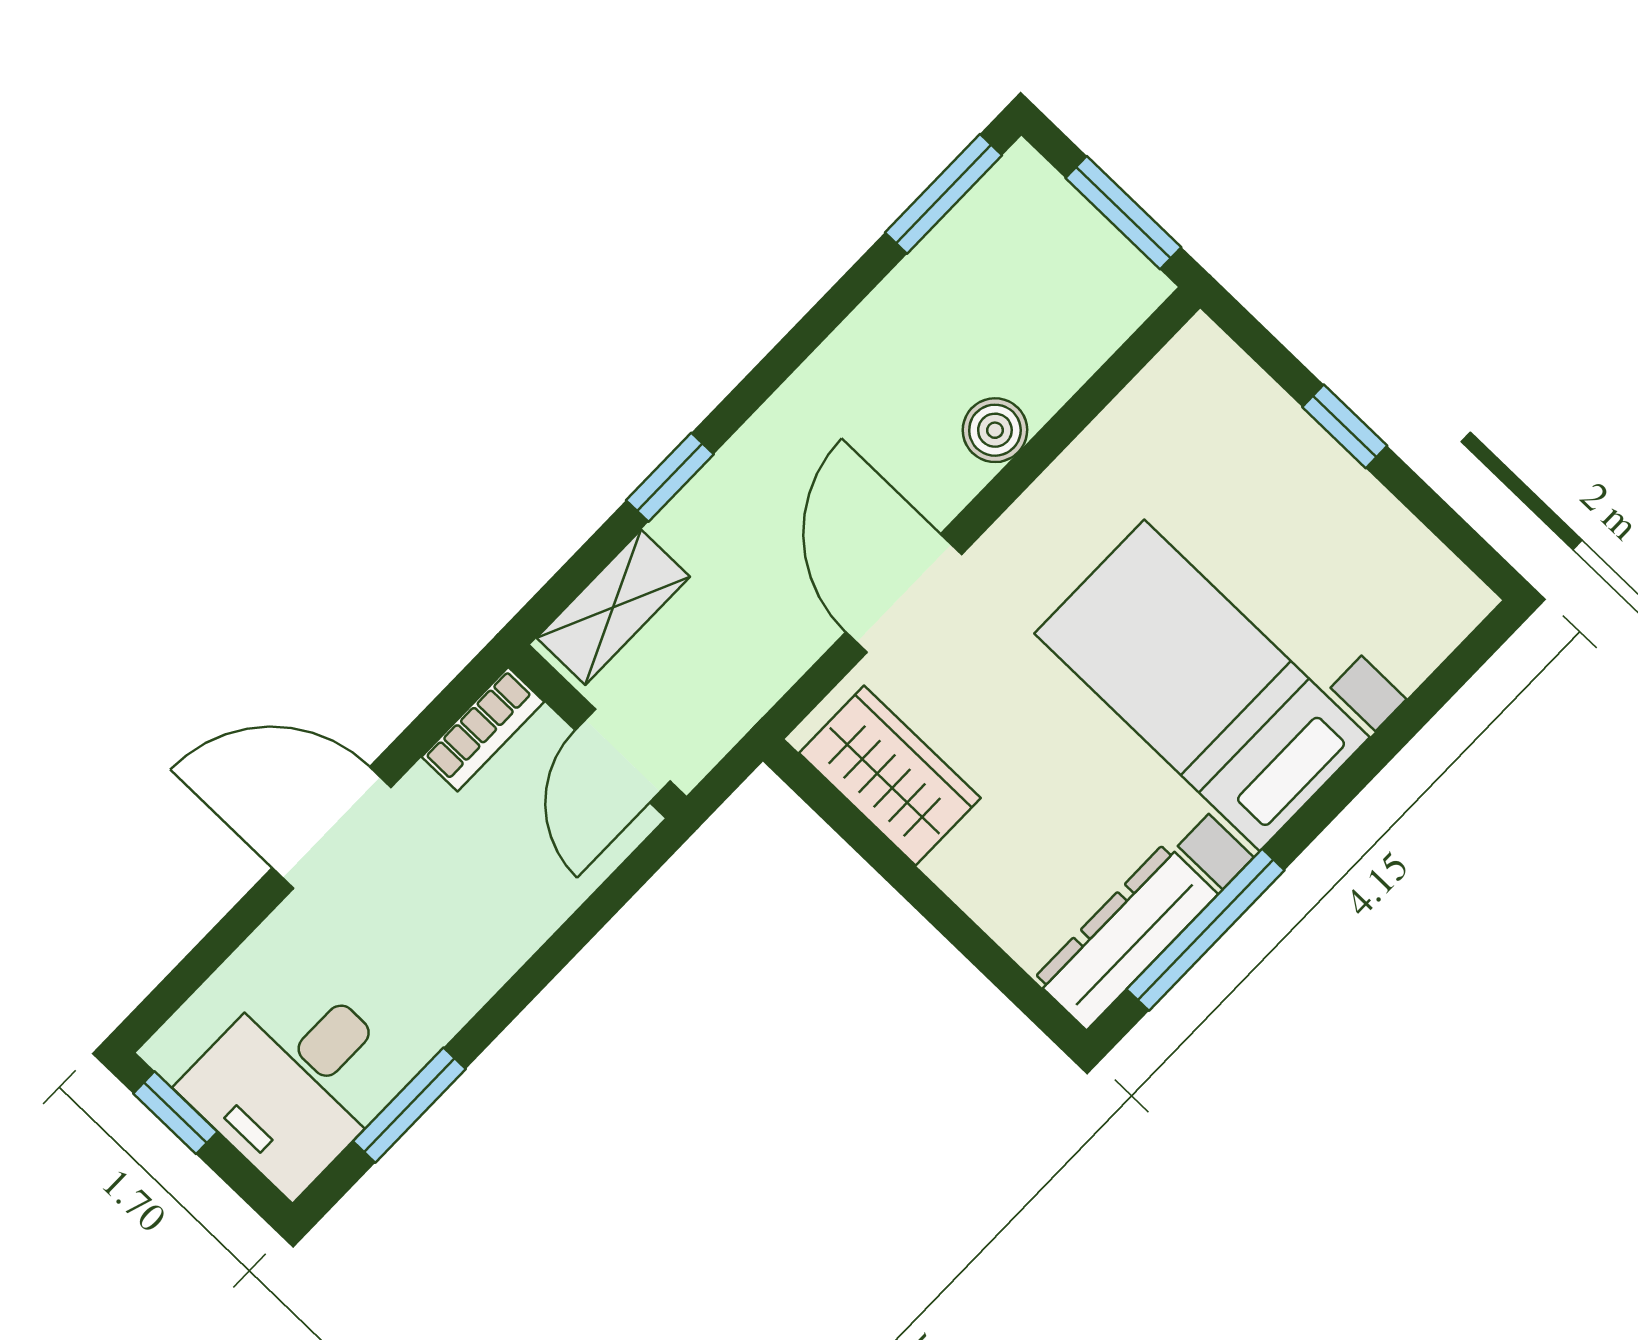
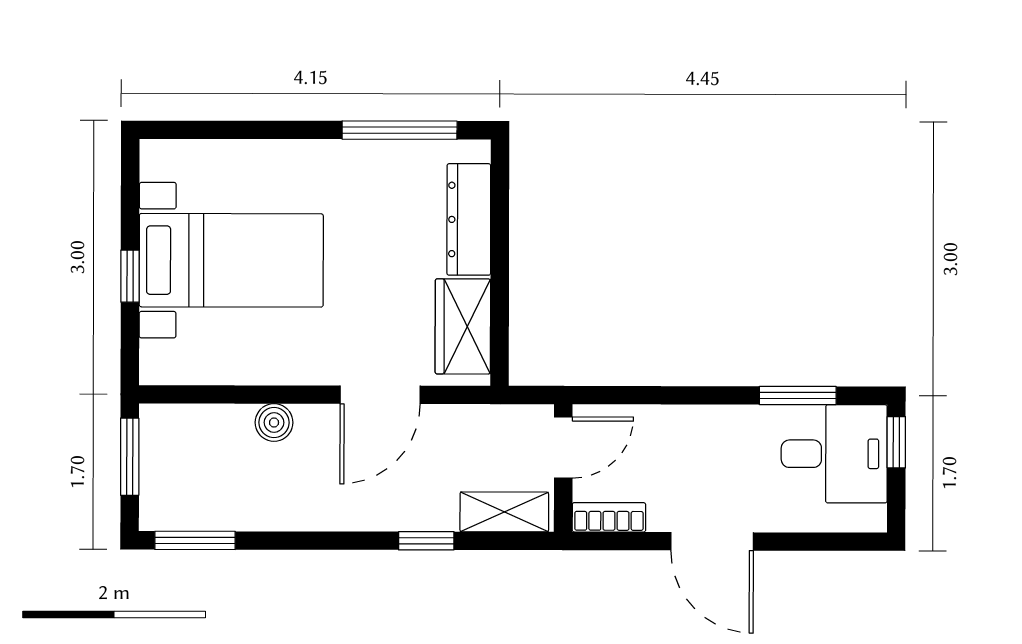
bed with nightstands: (1202, 685) -> (231, 260), moved, turned -90
dresser: (1126, 937) -> (469, 219), moved, turned 90
window: (175, 1113) -> (896, 442), moved

